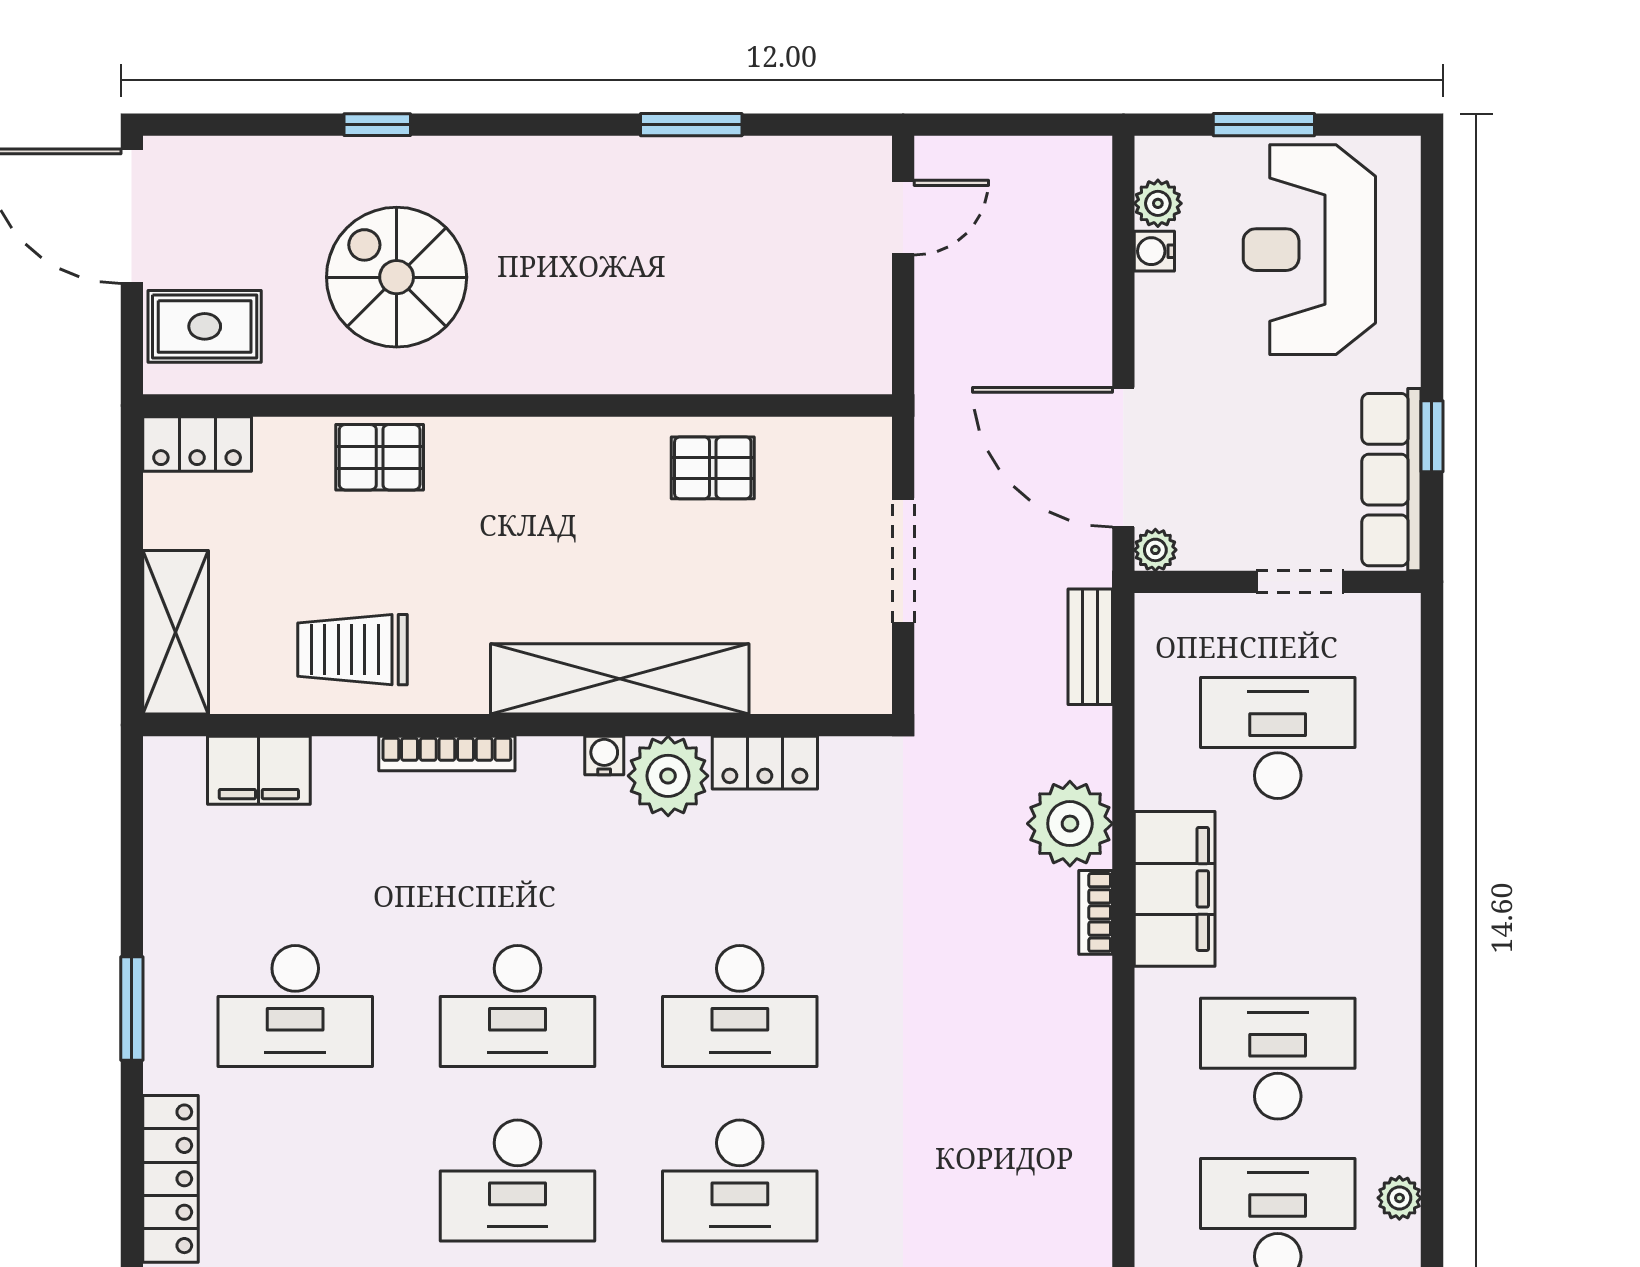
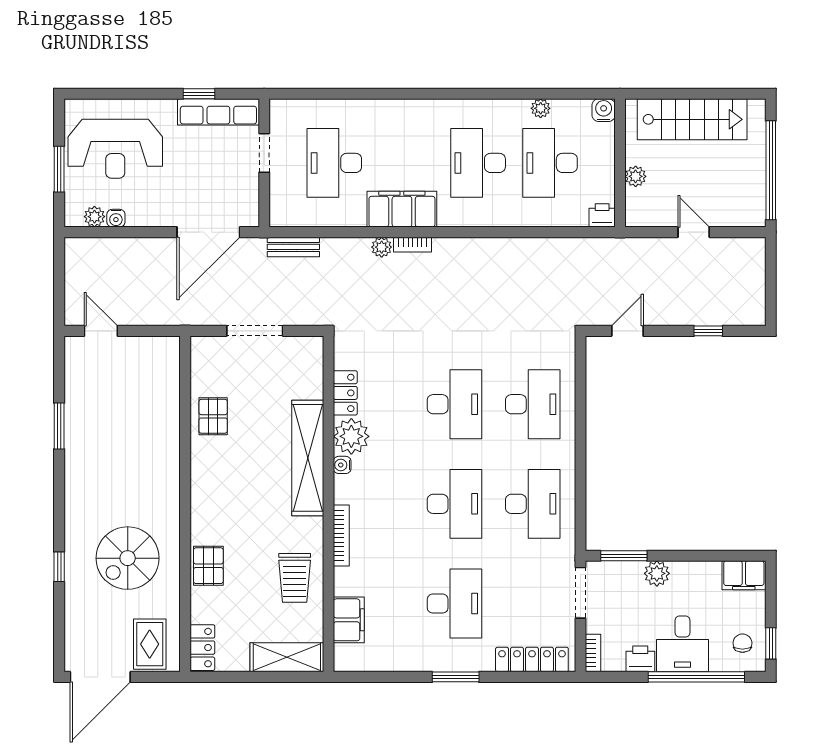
plant: (1155, 550) -> (250, 218), removed
plant: (1070, 824) -> (382, 247), width x0.53, depth x0.53

